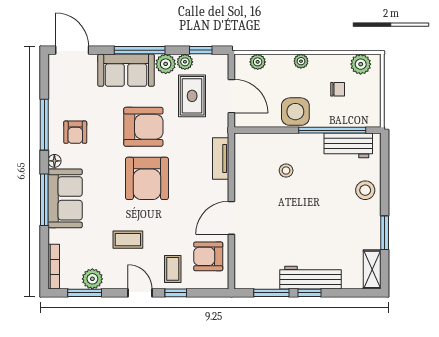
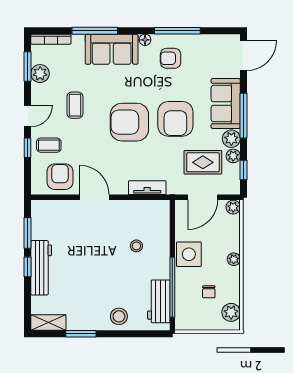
plant: (258, 62) -> (233, 207), moved
window: (44, 200) -> (95, 31), moved

